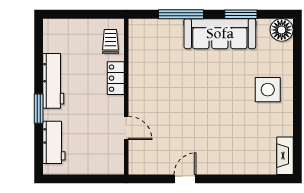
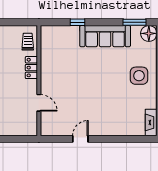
window: (181, 14) -> (78, 22), width x0.46
window: (241, 14) -> (134, 22), moved

